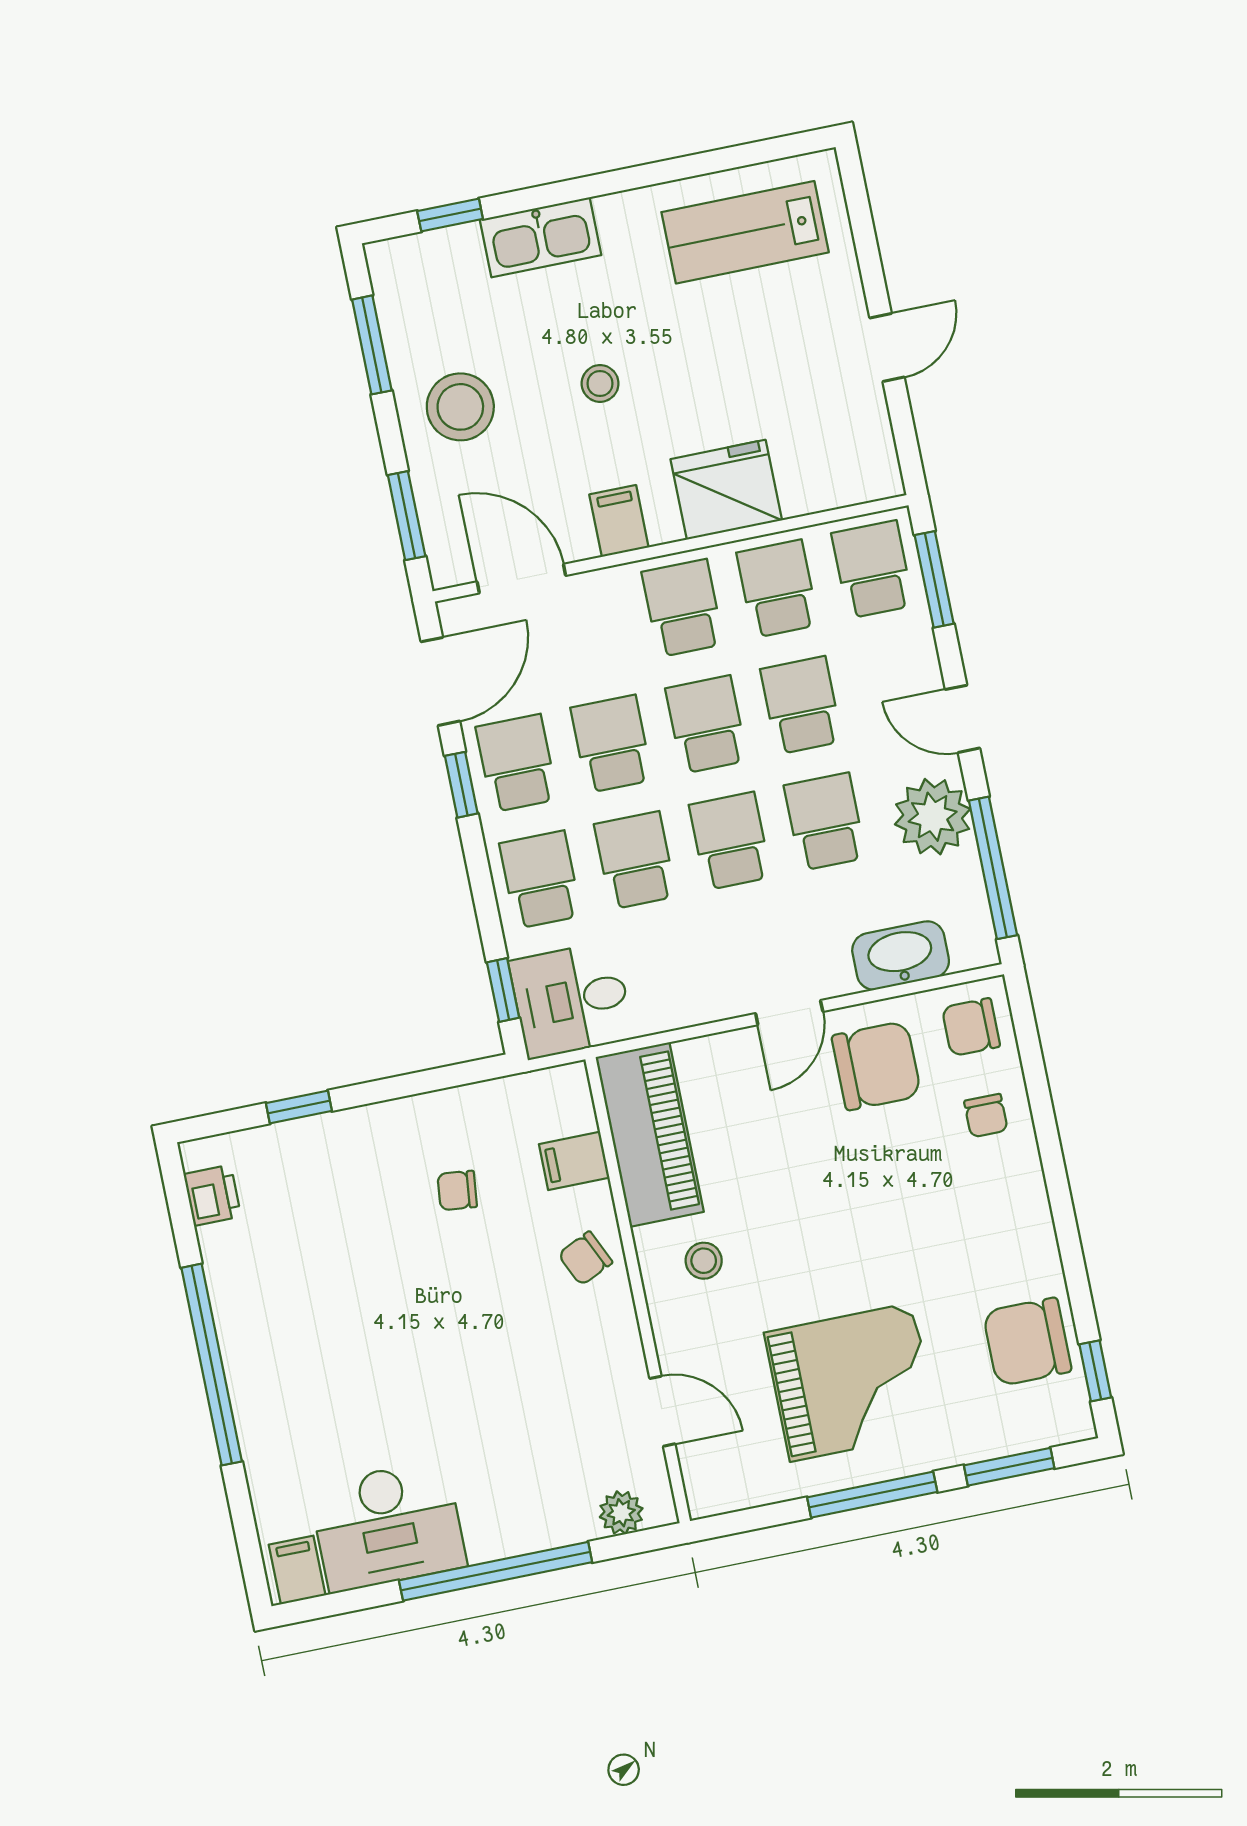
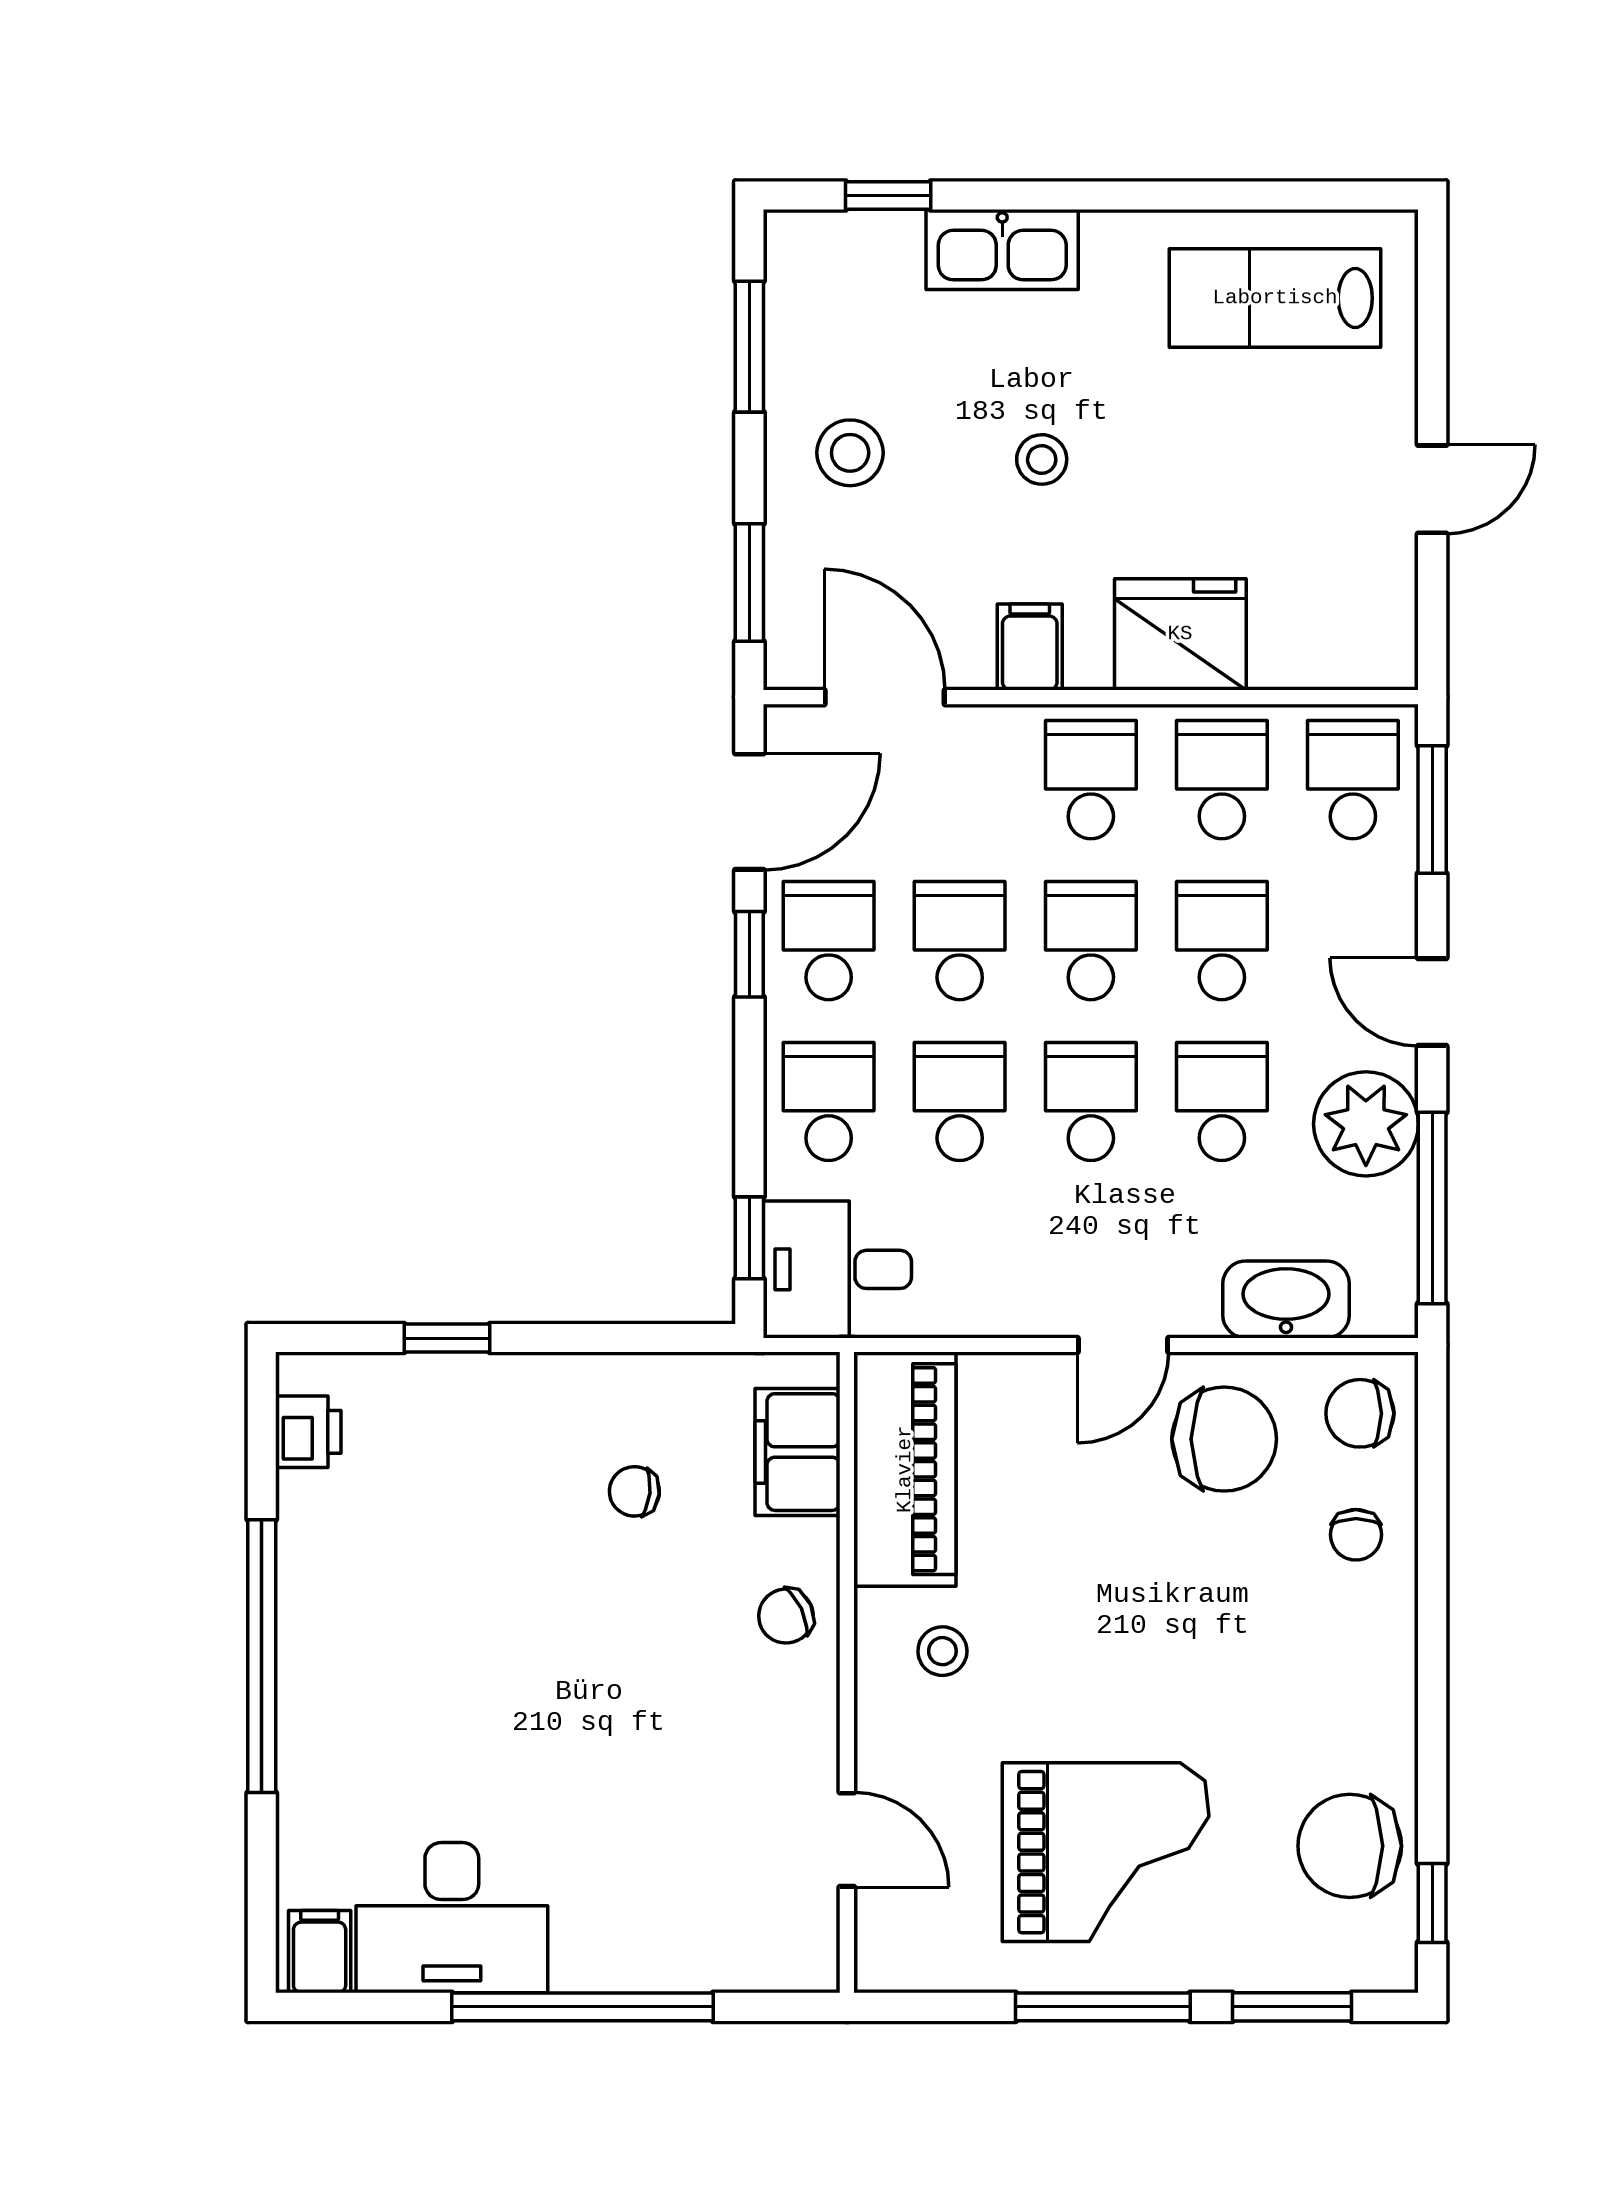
stool: (460, 407) -> (850, 453), width x0.73, depth x0.73
filing cabinet: (574, 1161) -> (798, 1452), width x2.00
plant: (621, 1513) -> (765, 1963), removed

